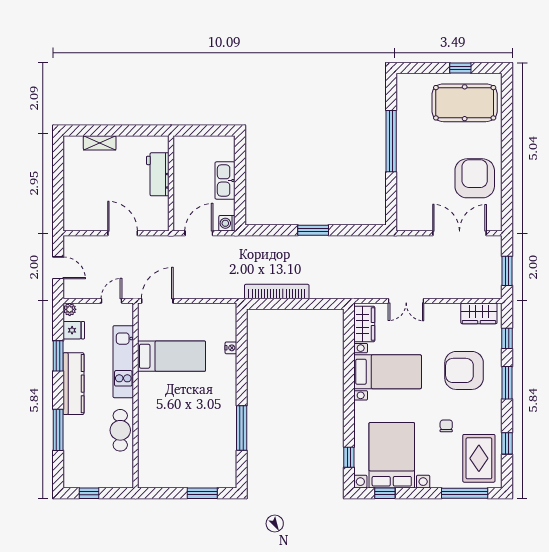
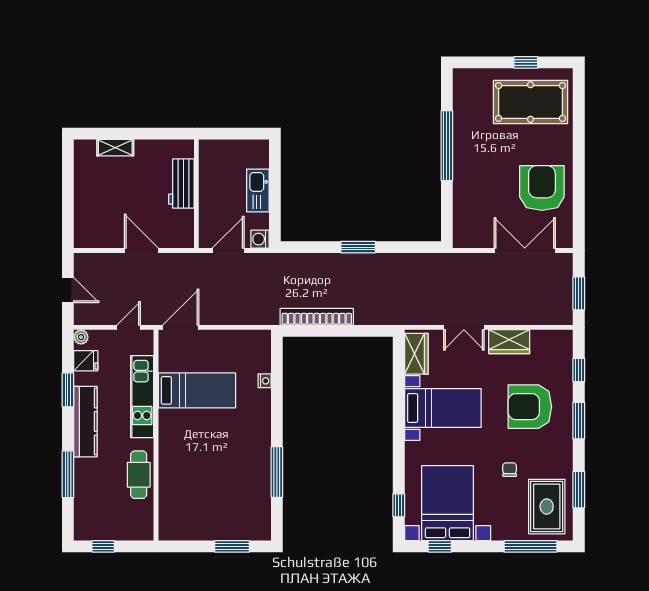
wardrobe: (479, 313) -> (509, 342), moved
window: (507, 443) -> (579, 490), width x1.50

